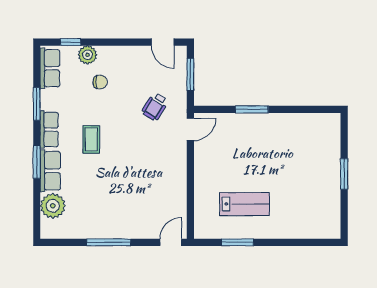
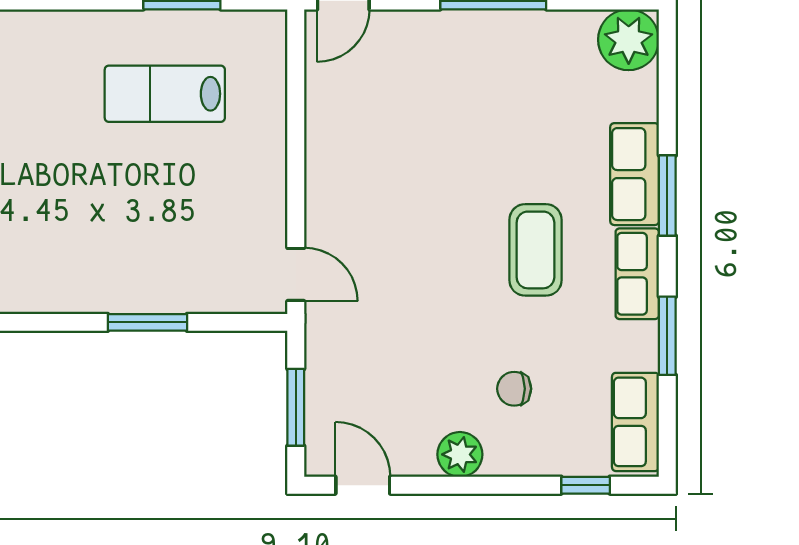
plant: (88, 55) -> (460, 454), moved
wheelchair: (155, 107) -> (382, 329), removed
door: (190, 129) -> (296, 274), swing flipped
coffee table: (91, 139) -> (535, 250), width x1.36, depth x1.30
plant: (53, 206) -> (629, 40), moved

